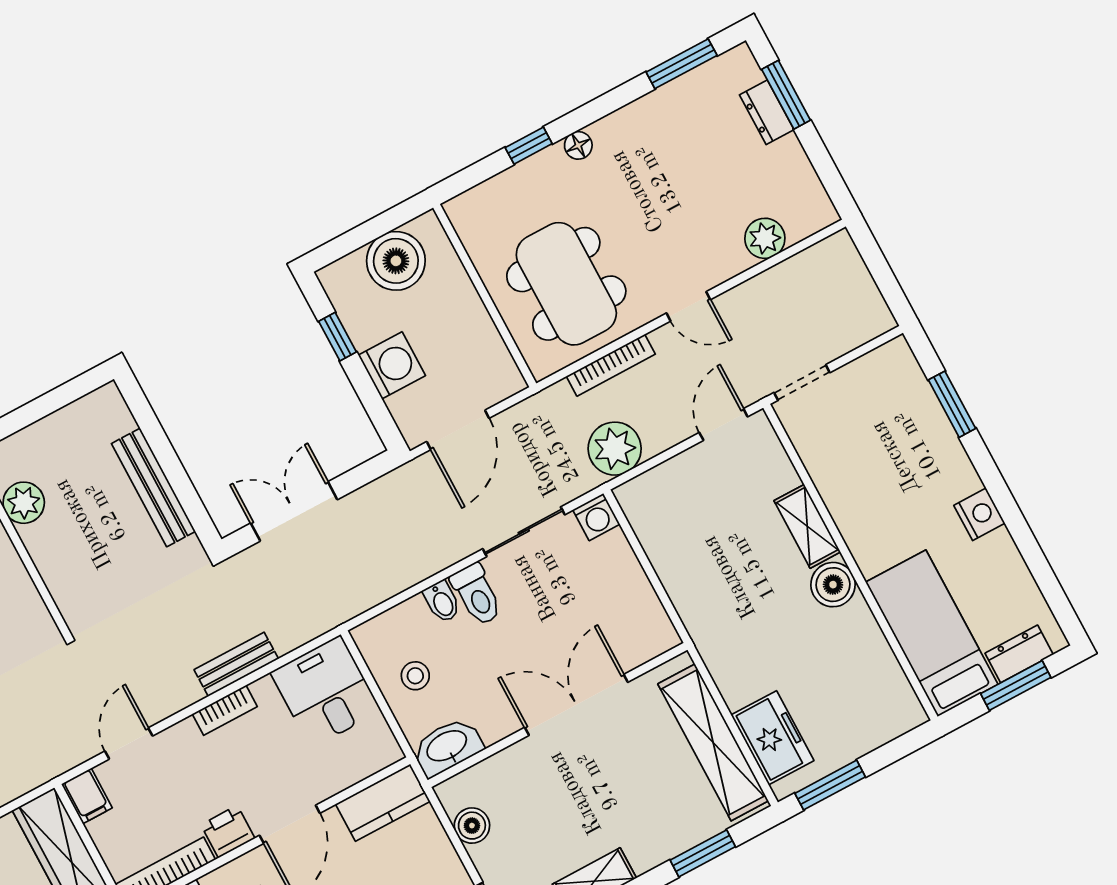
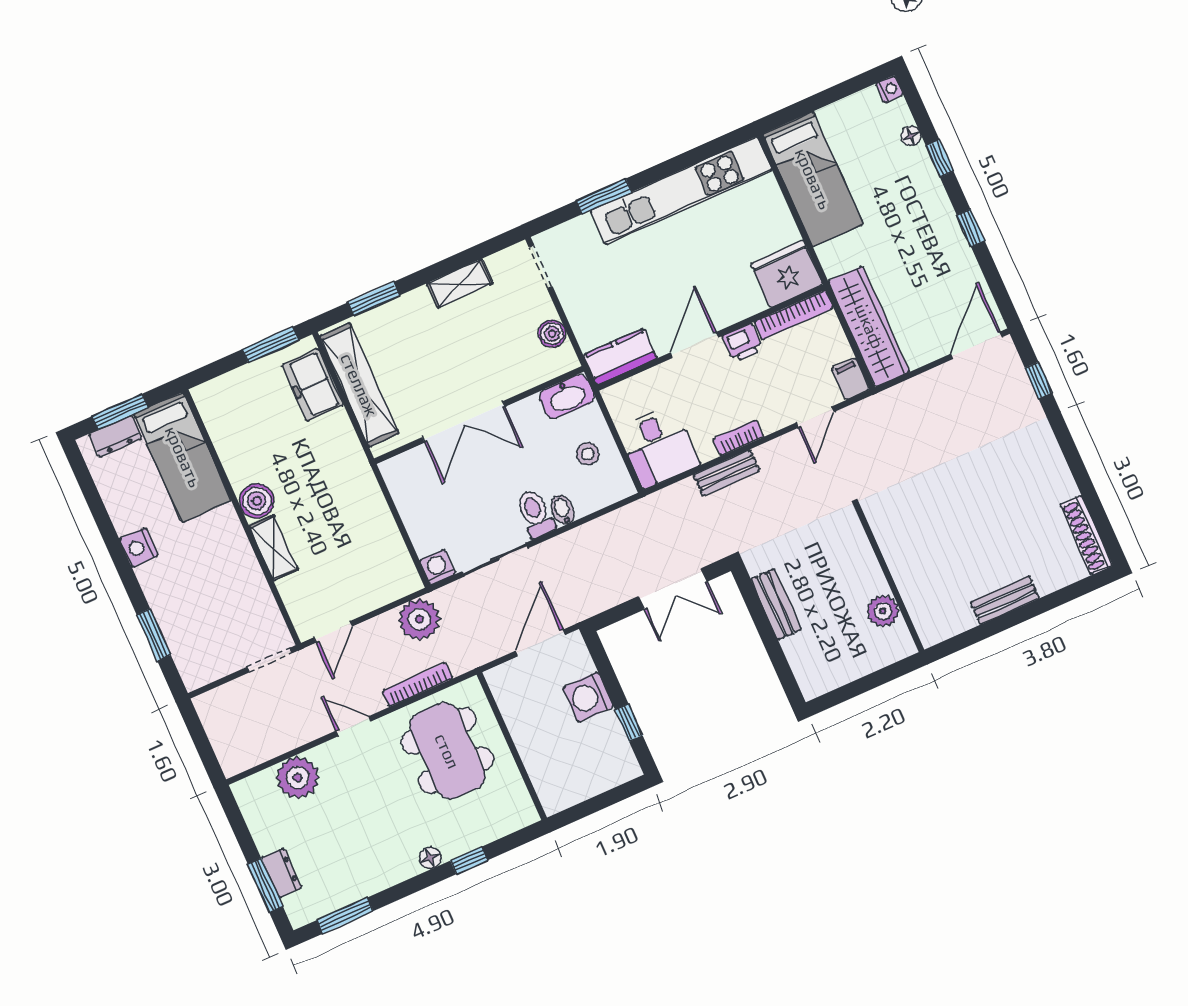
plant: (765, 238) -> (298, 778), width x1.36, depth x1.36
boiler: (396, 261) -> (579, 778), removed
bench: (153, 487) -> (776, 604), width x0.73

